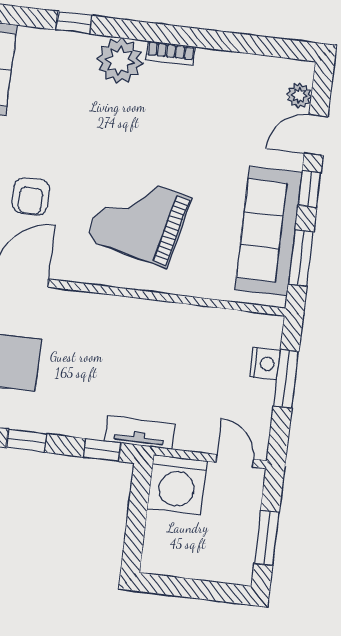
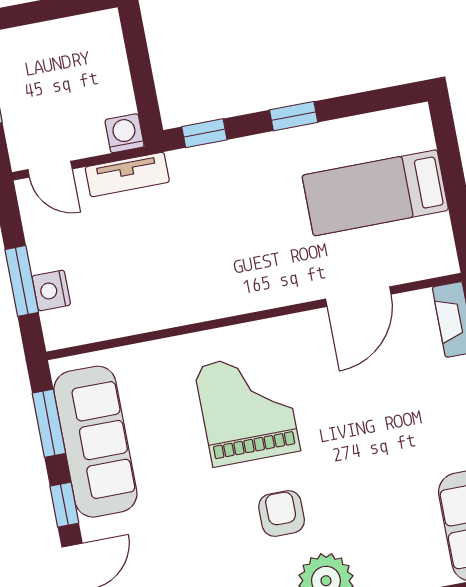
armchair: (31, 196) -> (282, 513), moved
grand piano: (139, 219) -> (247, 409), turned -103
tv unit: (140, 432) -> (127, 174), moved
washing machine: (177, 485) -> (124, 133), width x0.53, depth x0.53

